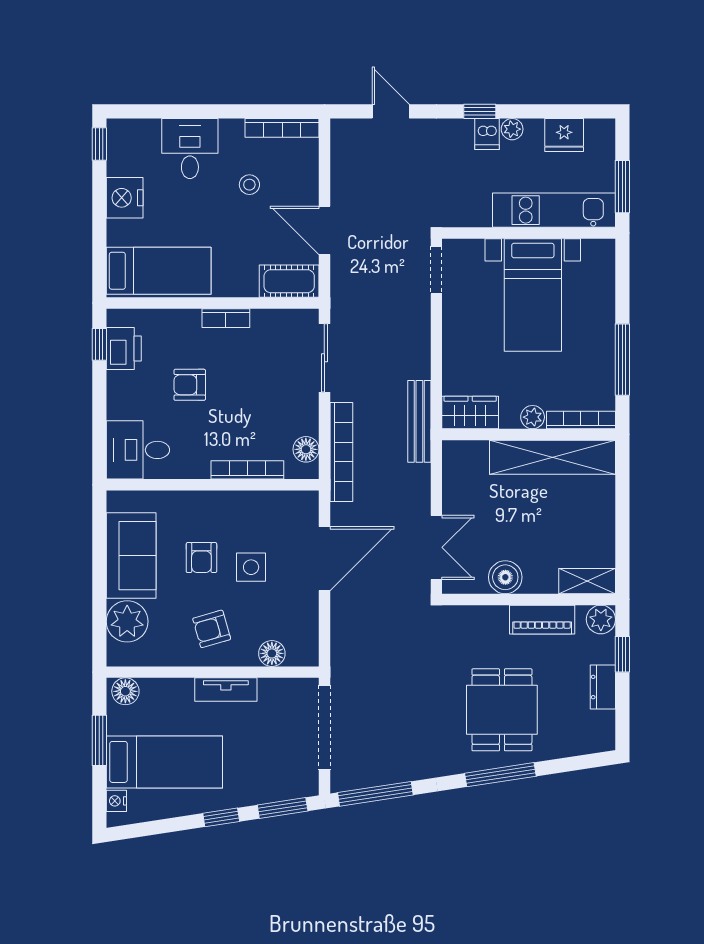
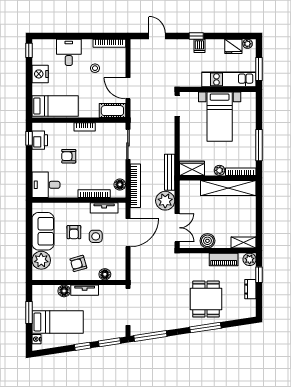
plant: (512, 129) -> (248, 44), moved
plant: (409, 486) -> (165, 201), added
tv unit: (270, 502) -> (104, 208), added
floor lamp: (125, 691) -> (64, 291), moved

